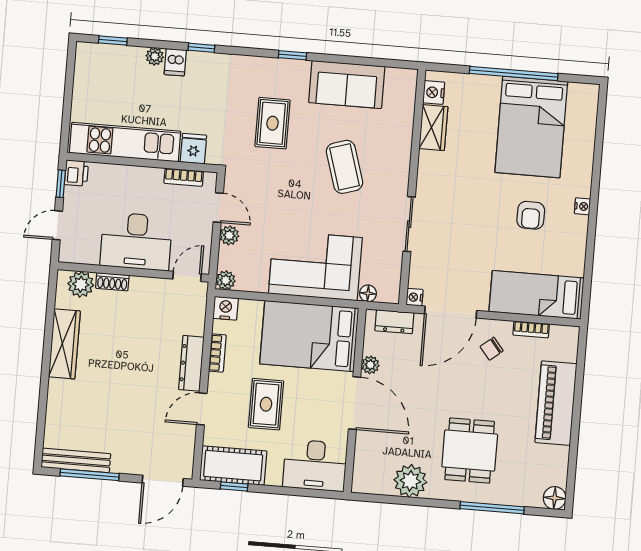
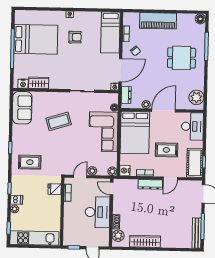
sofa: (347, 84) -> (22, 108), moved
rug: (273, 123) -> (30, 162), moved
kitchen unit: (125, 142) -> (34, 238), moved, turned 90
printer: (76, 173) -> (69, 241), removed
door: (451, 312) -> (120, 70), hinge flipped
door: (202, 409) -> (170, 178), hinge flipped
plant: (410, 481) -> (196, 97), moved

